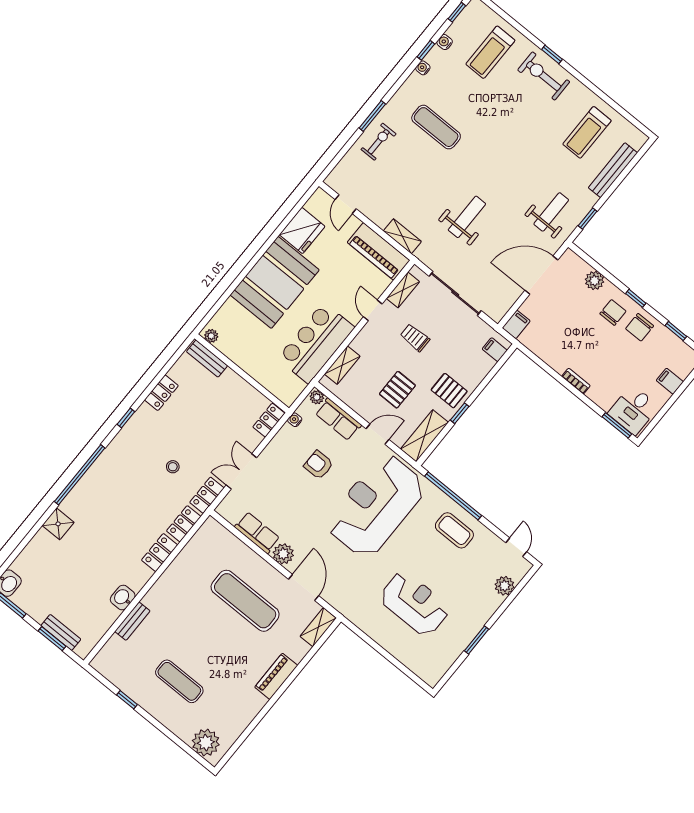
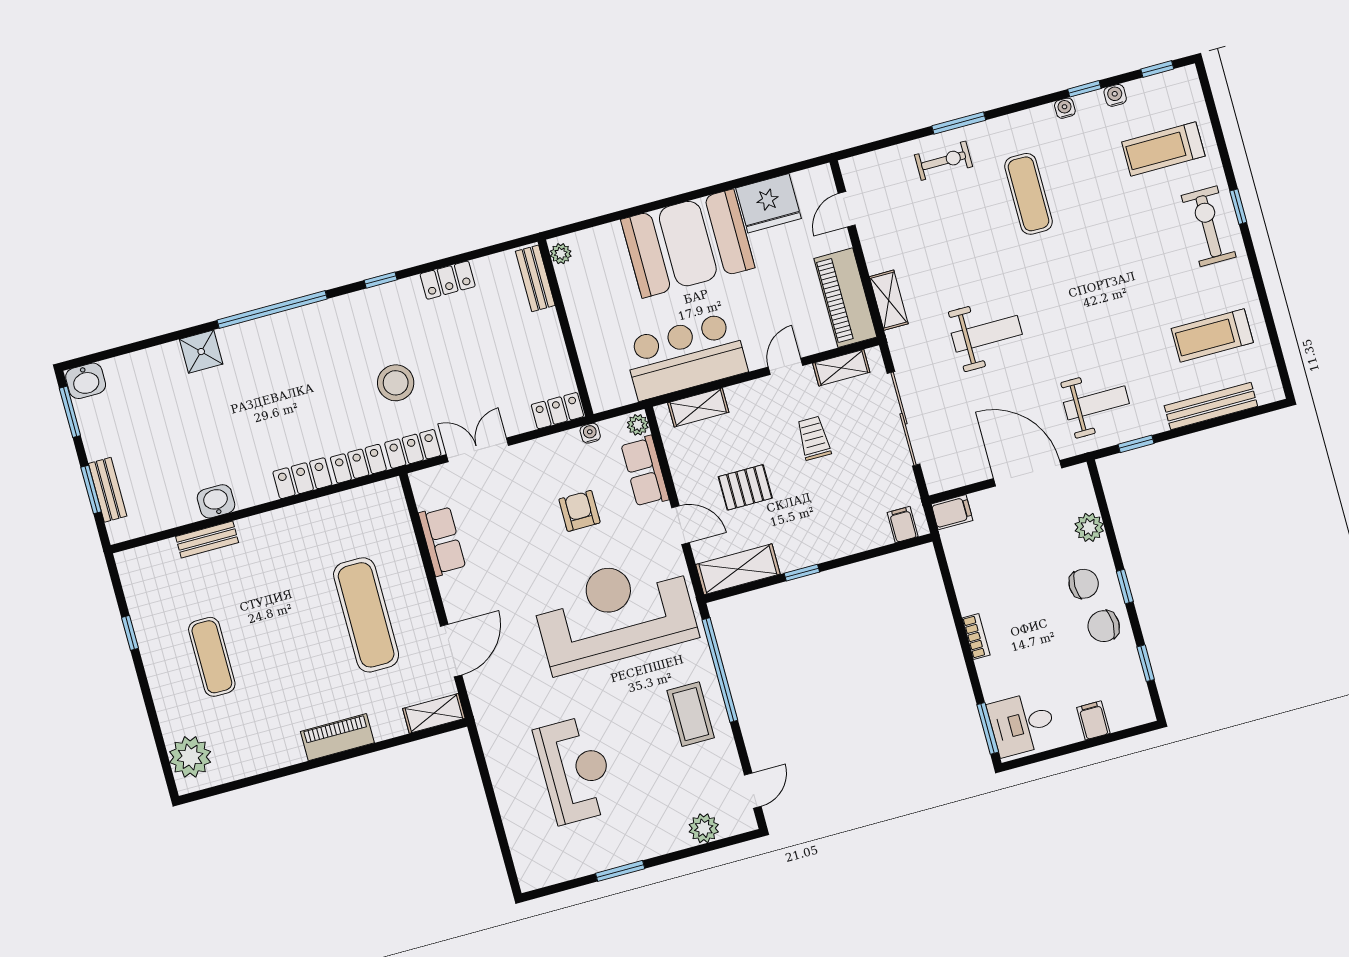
pallet: (449, 391) -> (809, 535), removed
stool: (173, 467) -> (396, 383), width x1.89, depth x1.89
plant: (283, 554) -> (456, 590), removed

